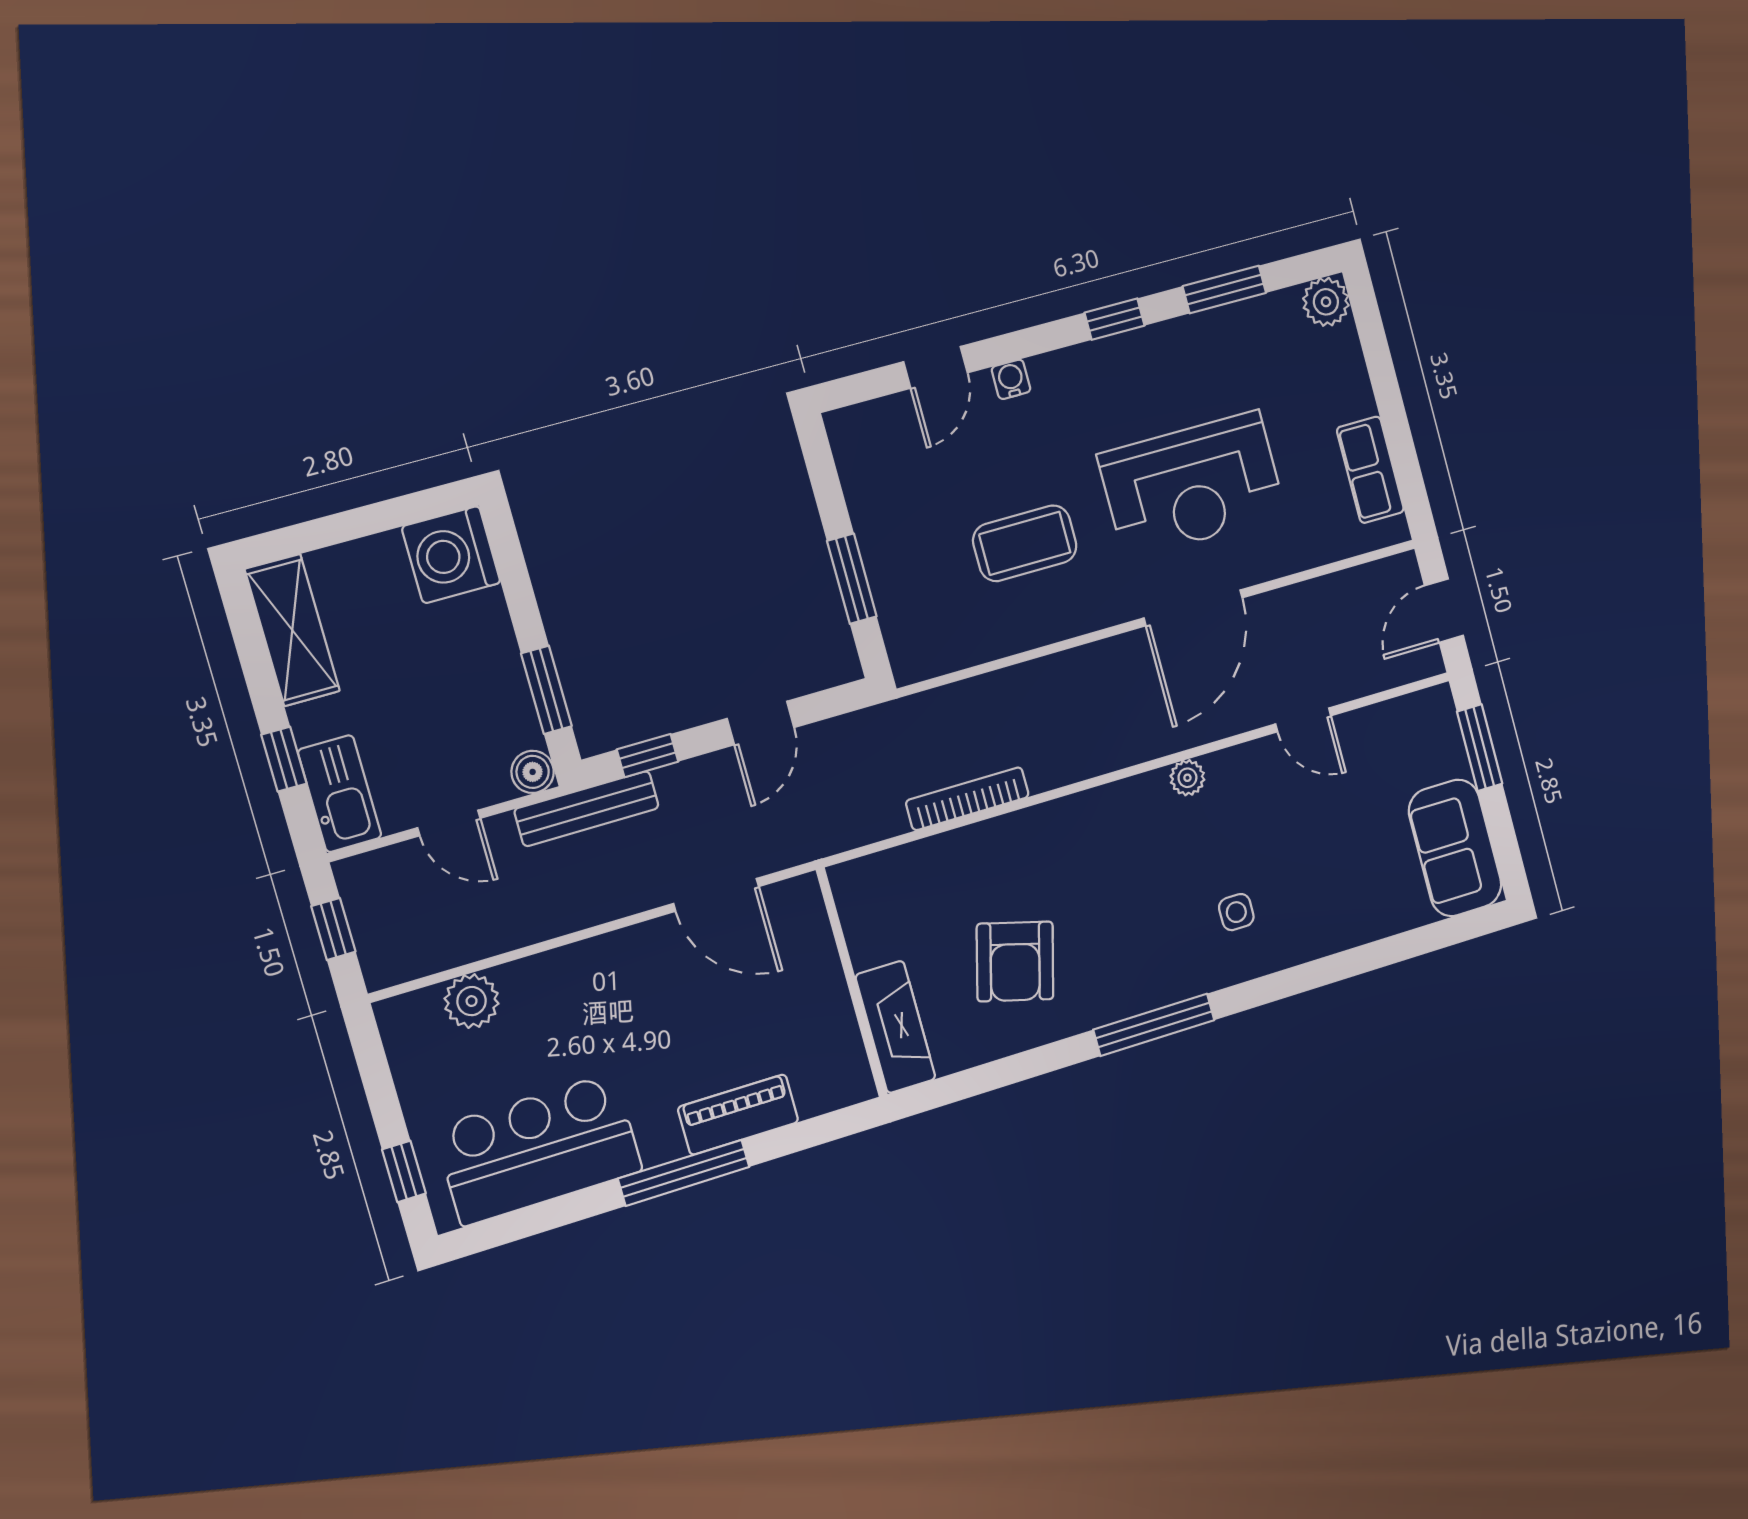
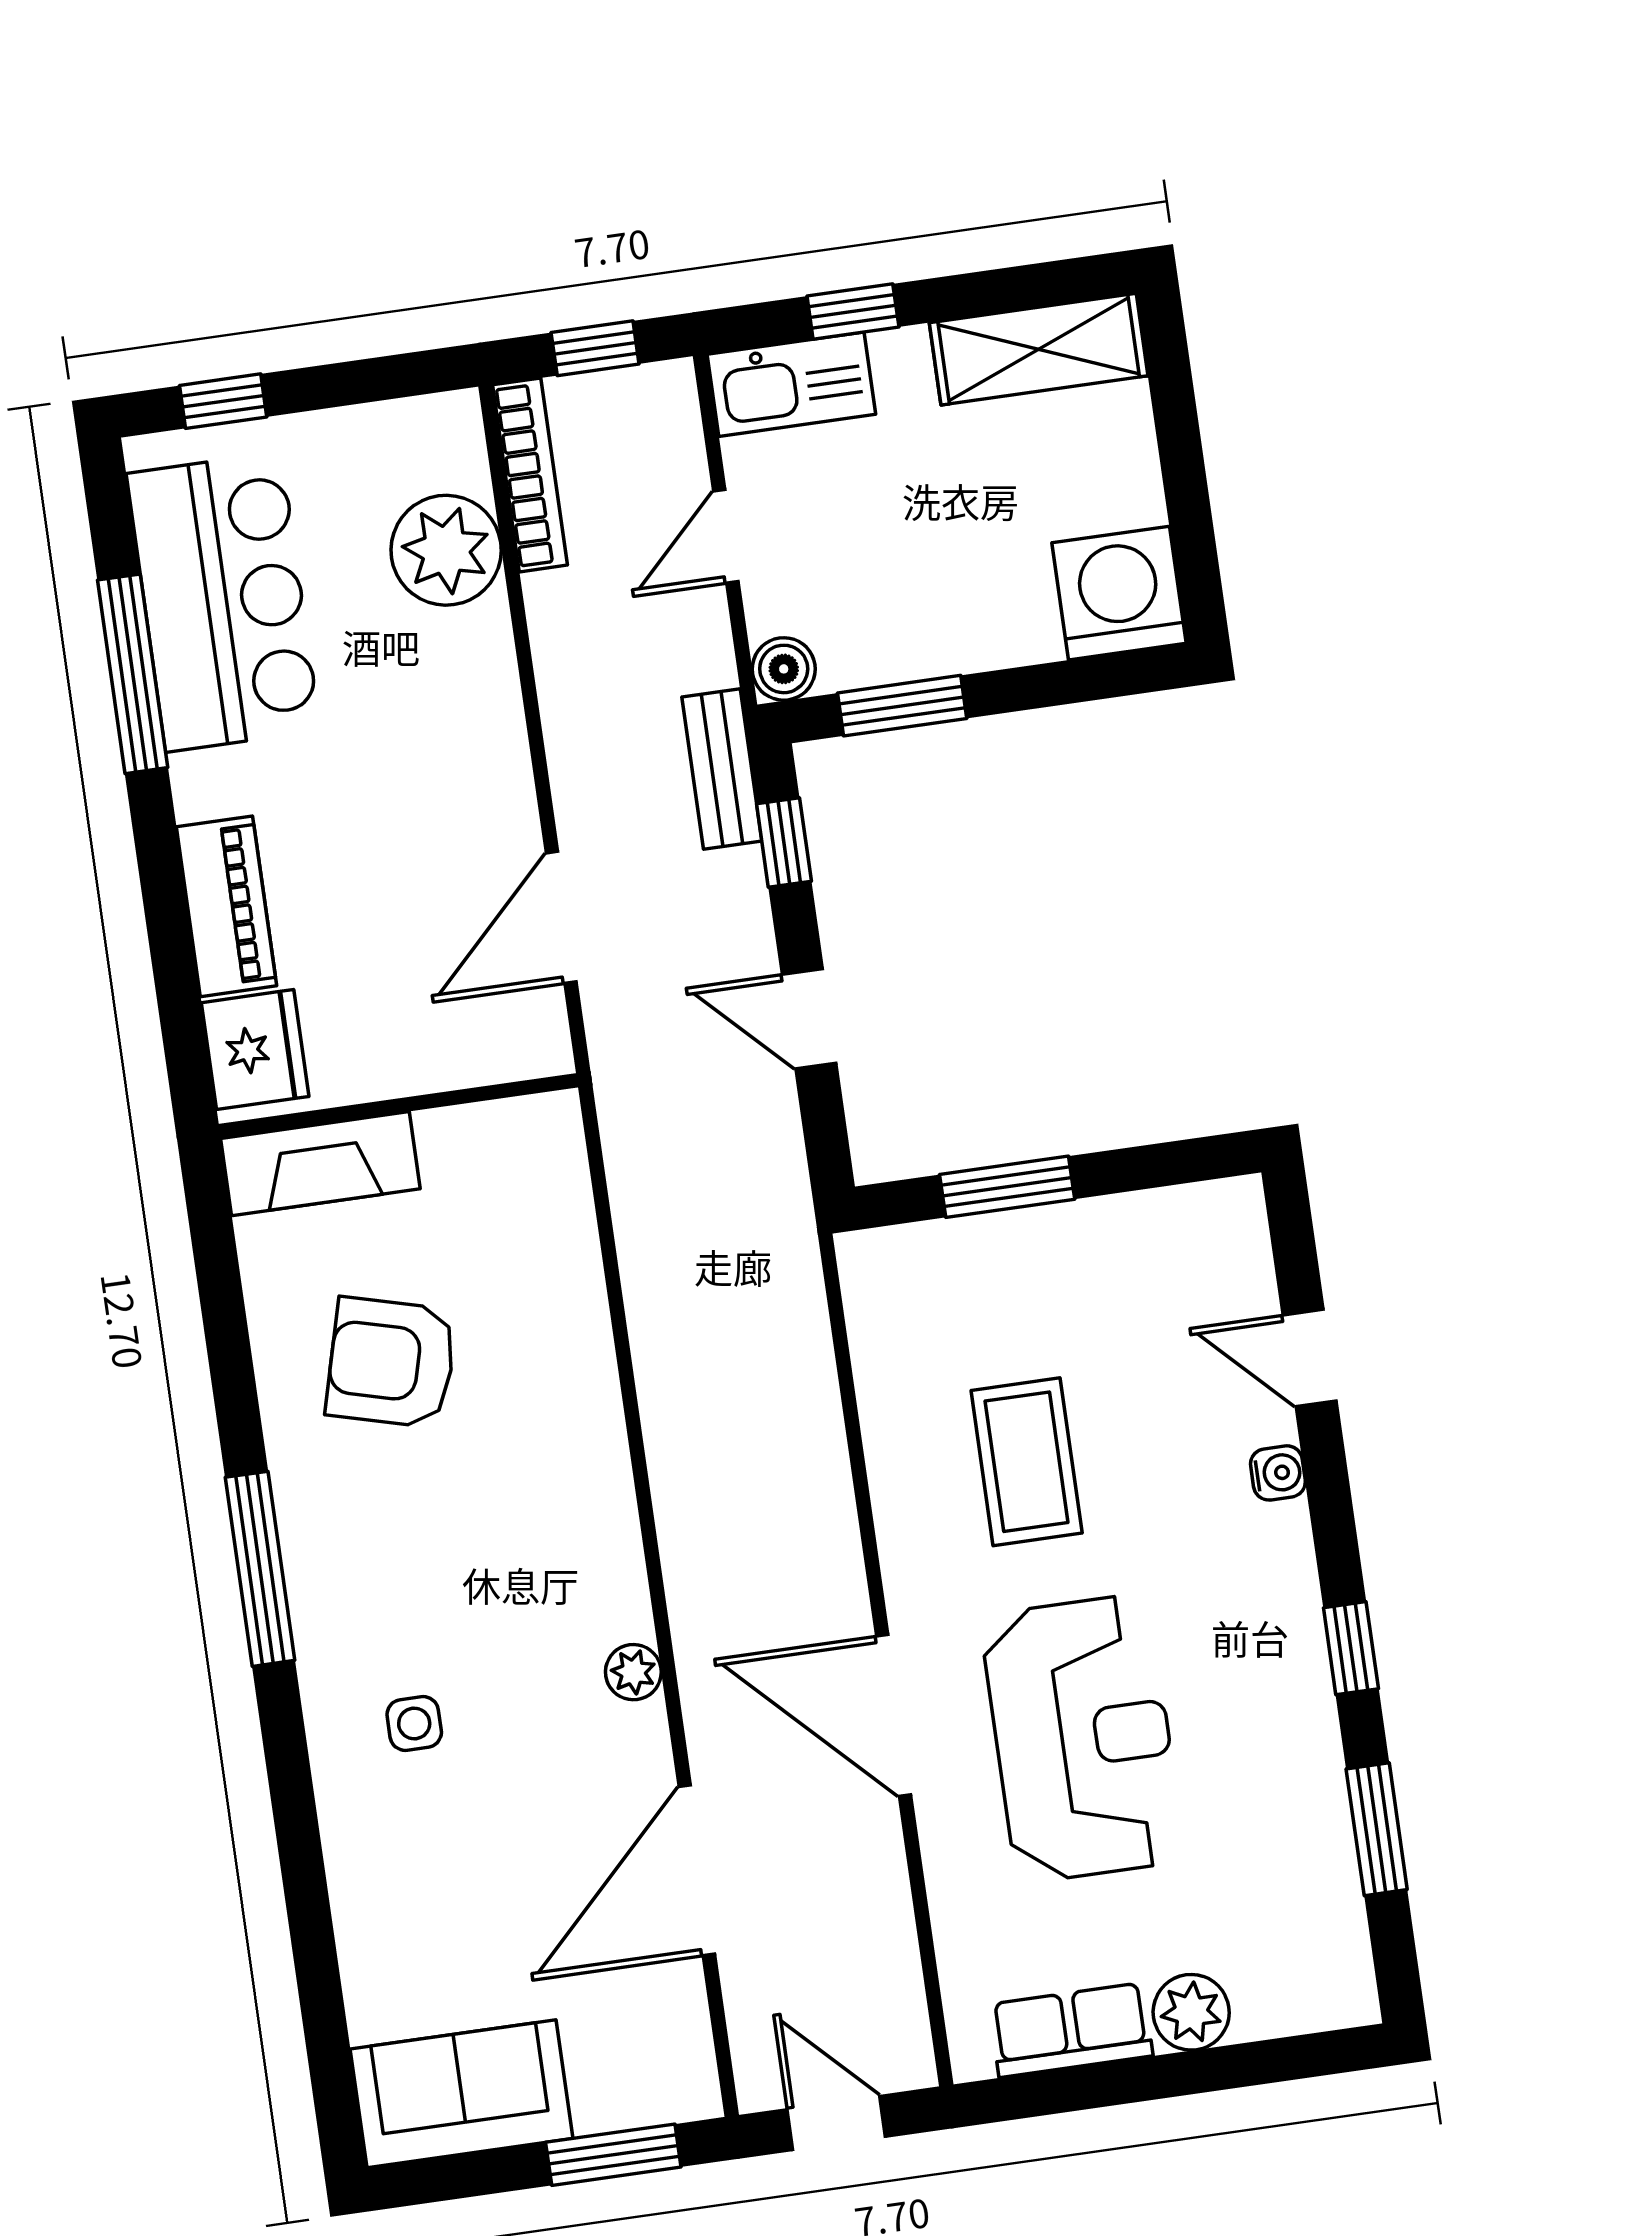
plant: (1326, 302) -> (1191, 2012), moved
reception desk: (1192, 485) -> (1083, 1738), turned 180
door: (1303, 720) -> (697, 1870), width x1.88
bookcase: (967, 799) -> (530, 475), moved
bench: (587, 809) -> (722, 769), width x0.73
plant: (472, 1001) -> (446, 550), width x1.36, depth x1.36
fridge: (828, 1081) -> (255, 1050), added
window: (684, 1173) -> (133, 674), moved

